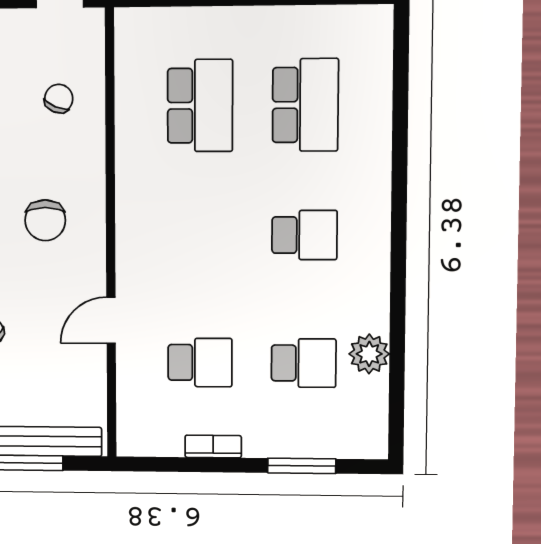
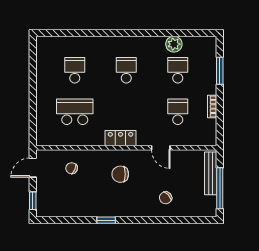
school desk: (305, 105) -> (75, 70), width x0.54
chair: (45, 220) -> (120, 174), turned 180
locker: (134, 221) -> (121, 138), added

